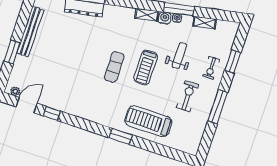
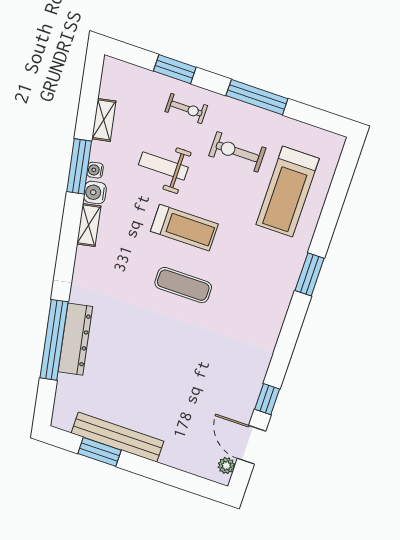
window: (12, 52) -> (99, 452), moved
treadmill: (148, 121) -> (288, 191), moved

